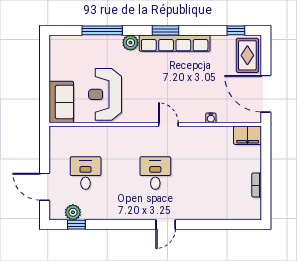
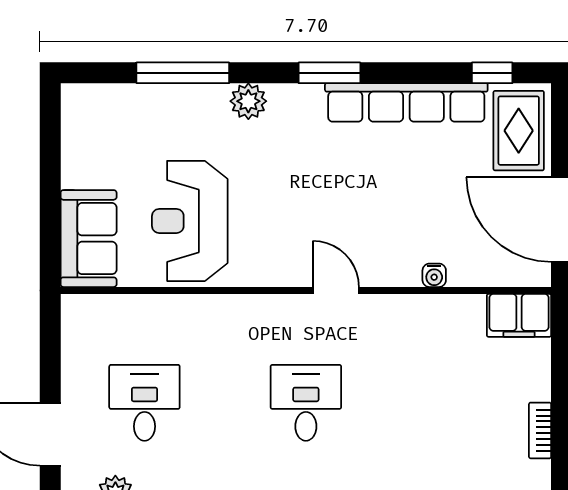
row of seats: (175, 43) -> (406, 102), moved

